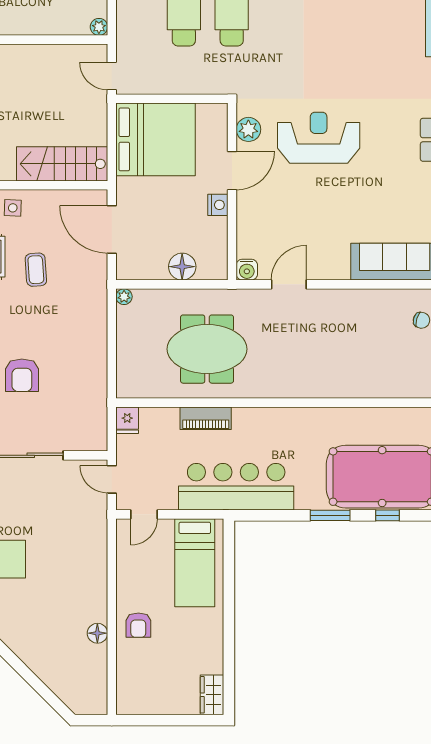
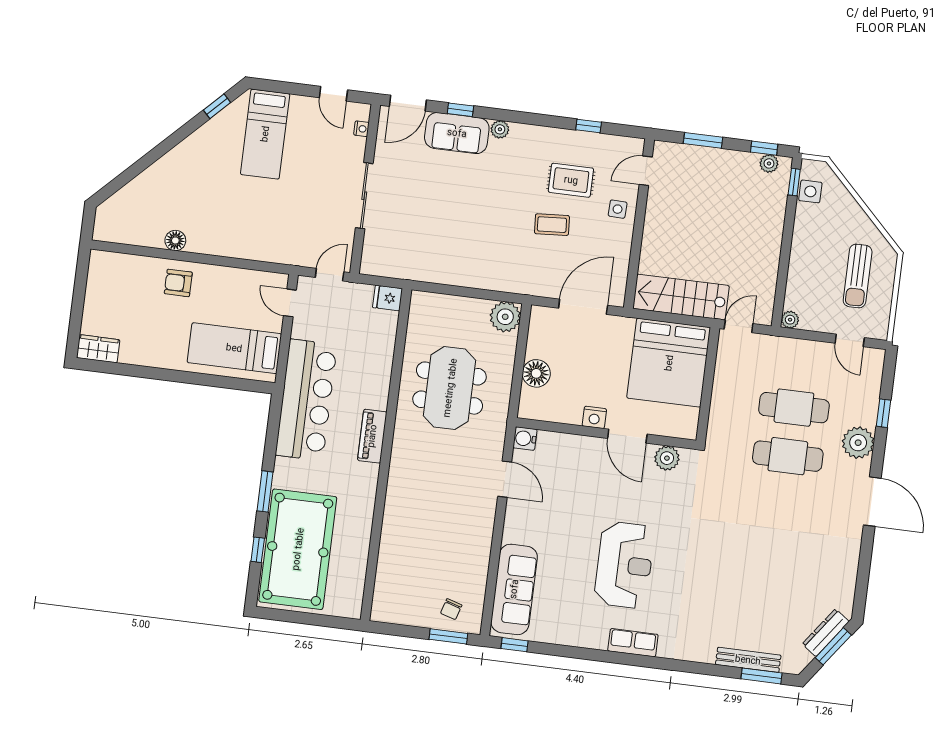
reception desk: (319, 138) -> (624, 565), moved
stairs: (62, 164) -> (681, 297), moved, turned -90
plant: (124, 297) -> (505, 317), width x1.88, depth x1.88
armchair: (22, 375) -> (447, 197), removed
piano: (206, 418) -> (372, 436), moved

